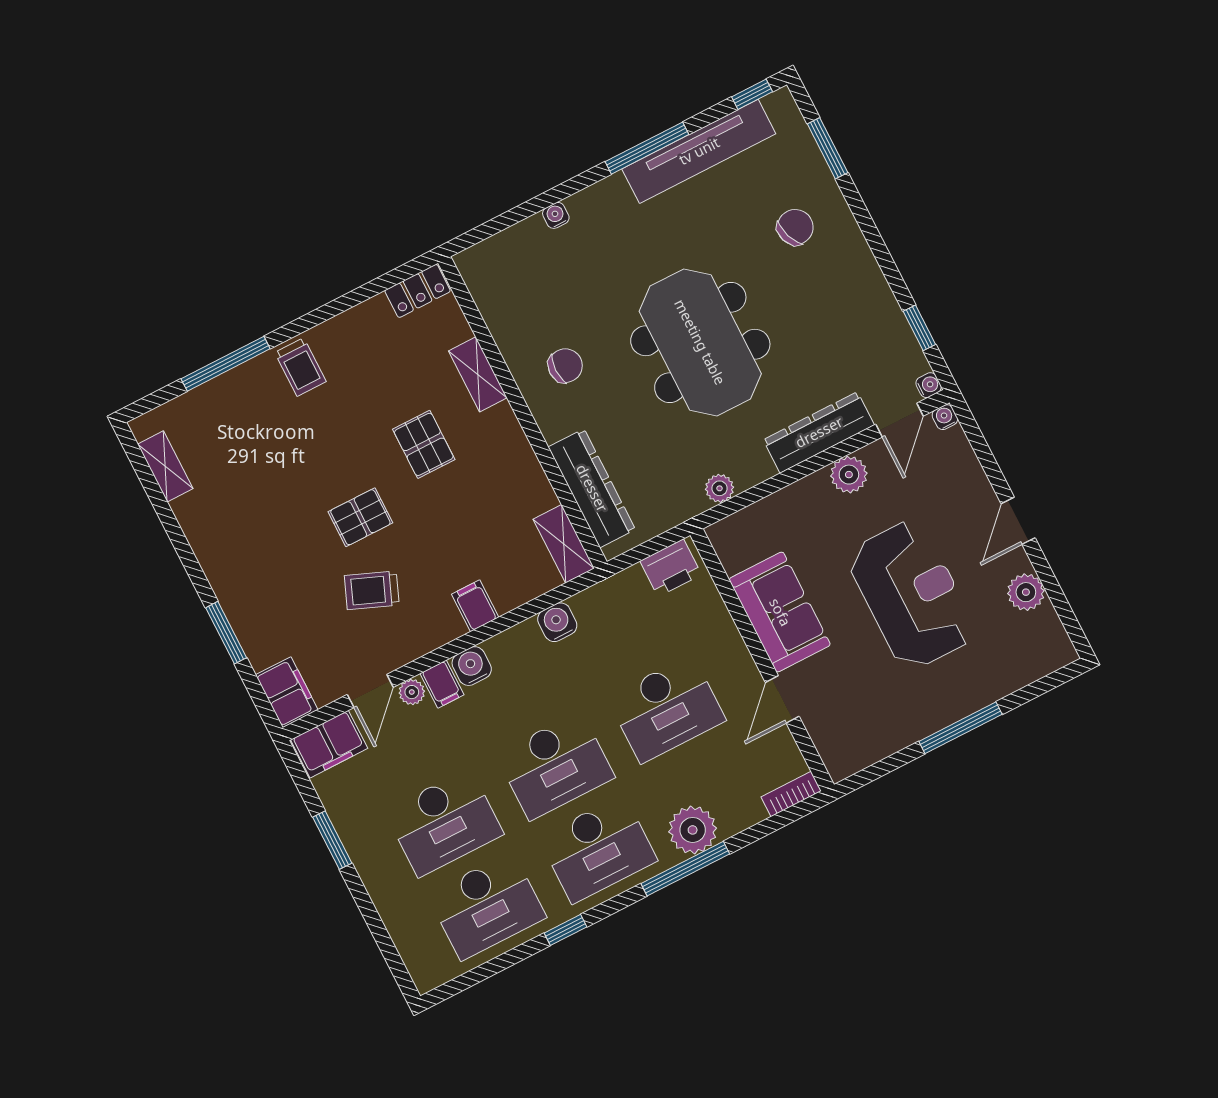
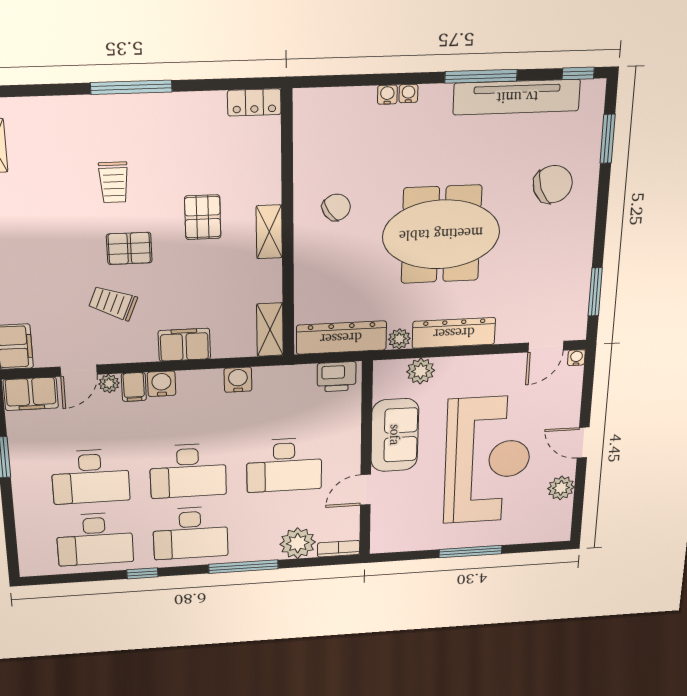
chair: (795, 227) -> (553, 184), width x1.37, depth x1.37
window: (919, 328) -> (595, 292), width x1.50
meeting table: (700, 342) -> (441, 234), turned 90
window: (226, 364) -> (131, 87), moved
chair: (565, 366) -> (336, 207), turned -33
trolley: (300, 367) -> (114, 182), moved
shelving: (478, 374) -> (269, 232), moved
water cooler: (929, 385) -> (408, 93), moved, turned -90
dresser: (819, 432) -> (454, 333), moved
plant: (849, 475) -> (421, 371), moved
dresser: (592, 488) -> (341, 338), moved, turned -90
door: (1018, 521) -> (583, 443), hinge flipped
reception desk: (912, 595) -> (488, 460), width x1.36, depth x1.30
filing cabinet: (475, 606) -> (184, 345), width x2.00
plant: (693, 830) -> (298, 543), moved

